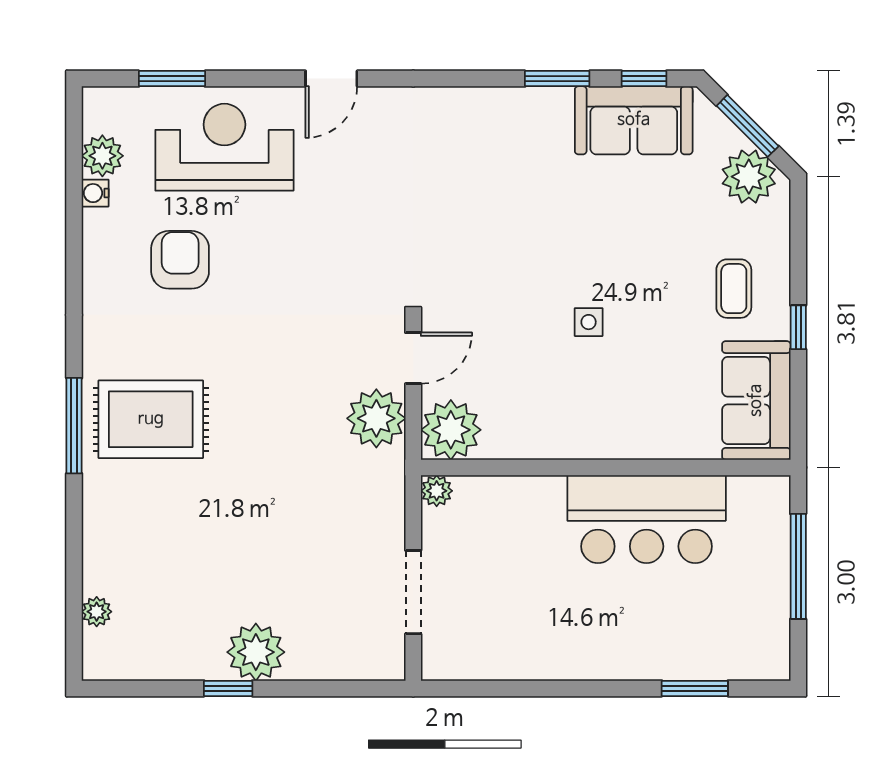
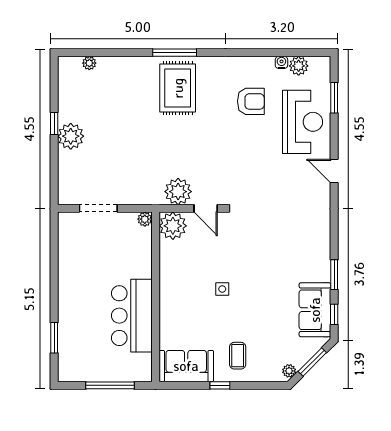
plant: (749, 177) -> (289, 371), width x0.53, depth x0.53
coffee table: (734, 289) -> (238, 356), turned 90

